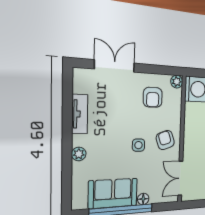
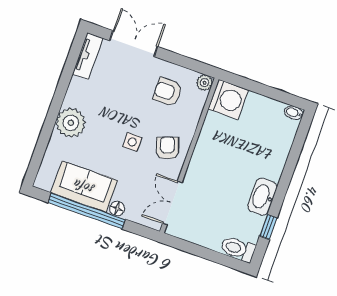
armchair: (153, 97) -> (168, 92), turned 90
tv unit: (80, 114) -> (88, 56), moved
plant: (79, 154) -> (71, 123), width x1.88, depth x1.88

